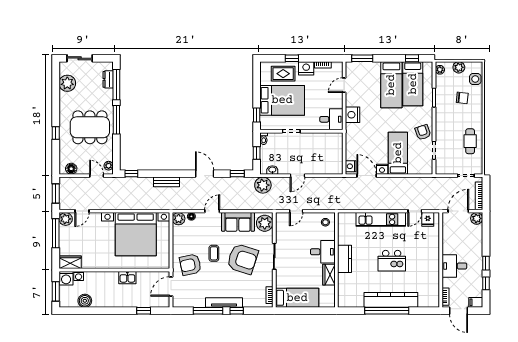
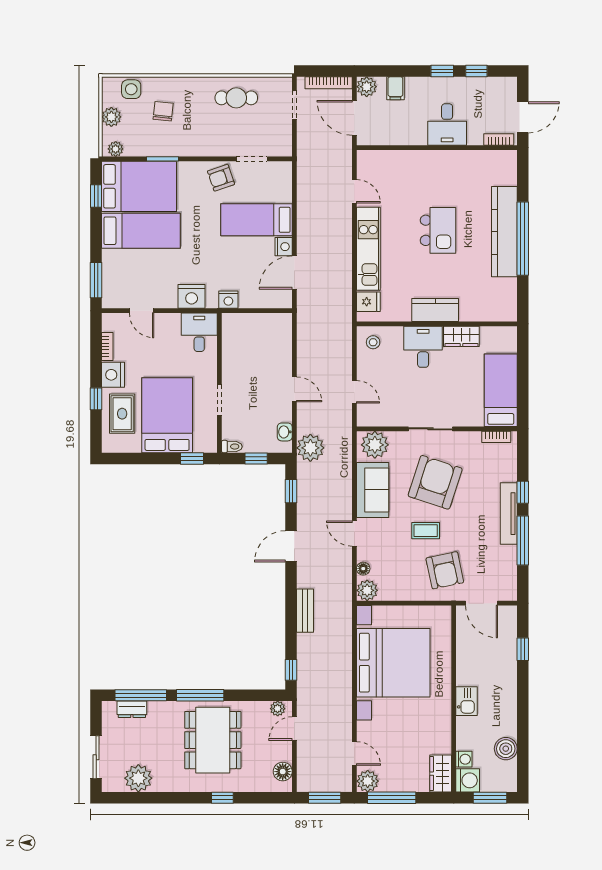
bed: (413, 84) -> (139, 186), width x1.50
nightstand: (351, 166) -> (228, 300), moved
fridge: (428, 219) -> (368, 302), moved
kitchen sink: (127, 278) -> (467, 701), moved
filing cabinet: (476, 302) -> (395, 88), moved

